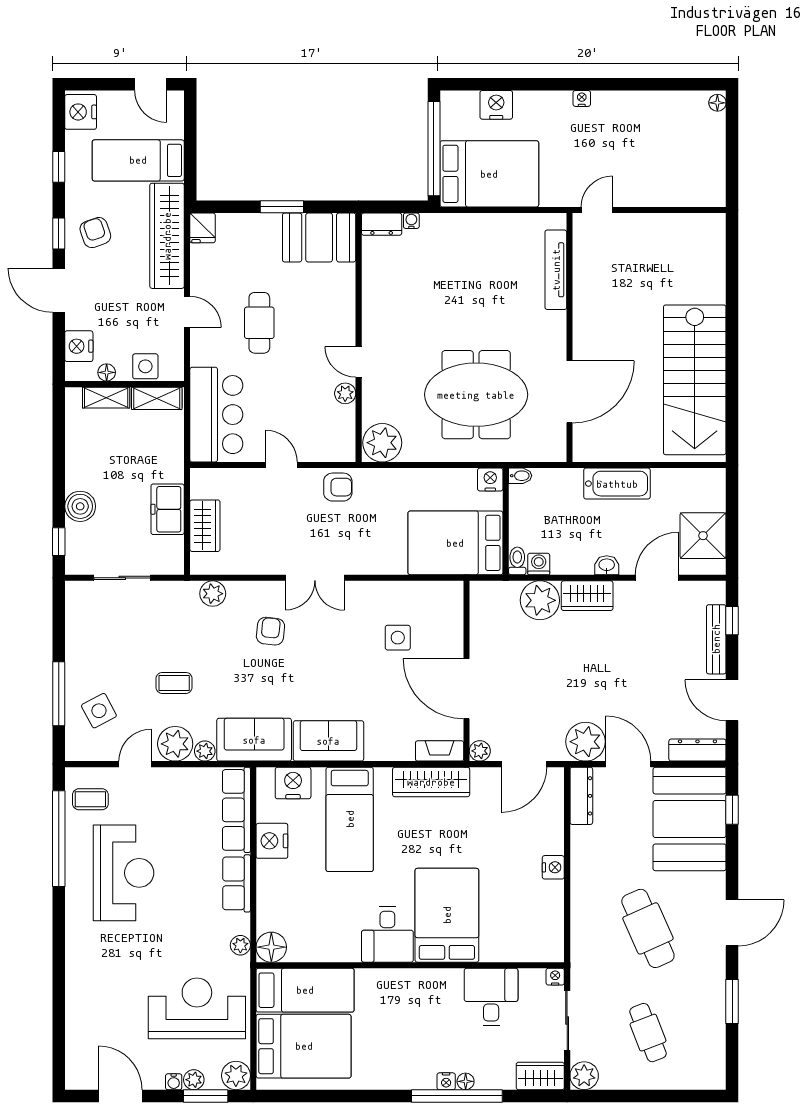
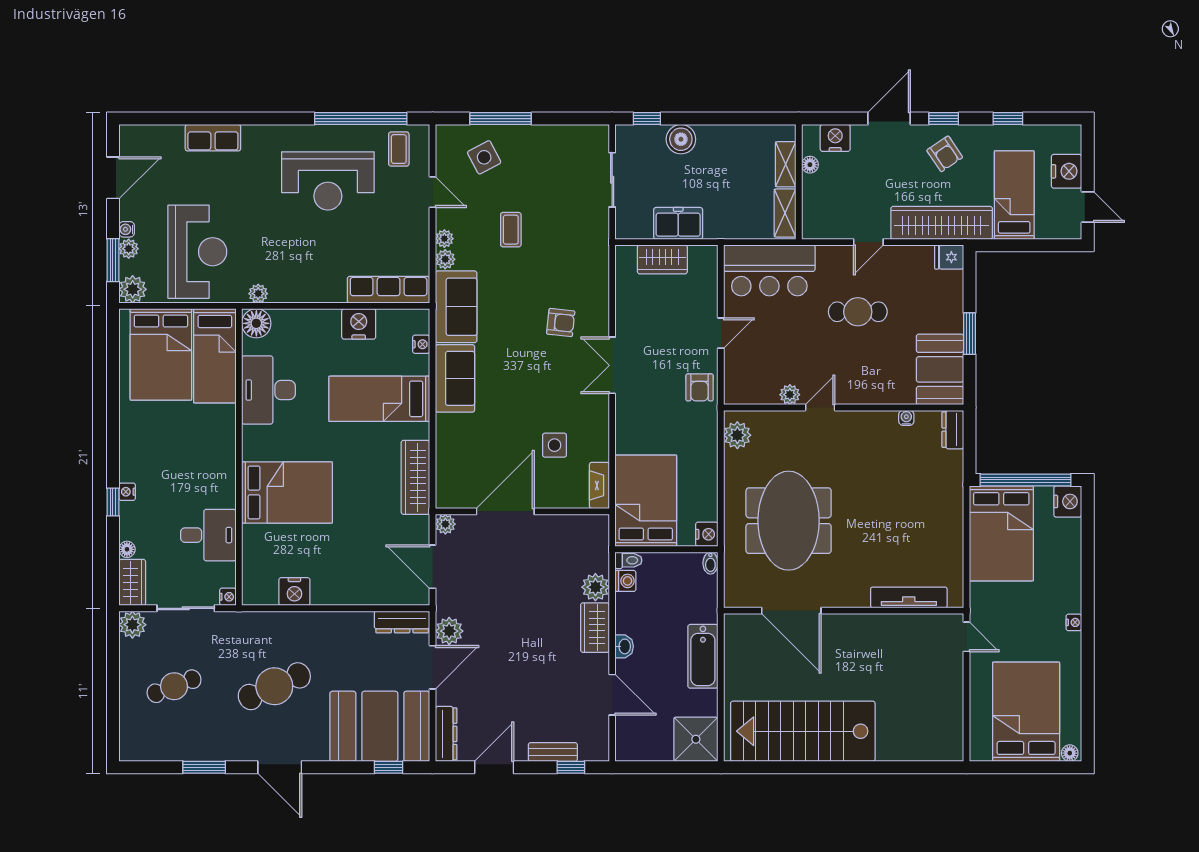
door: (151, 84) -> (1088, 207), swing flipped
nightstand: (496, 105) -> (1068, 501), moved
nightstand: (81, 112) -> (1067, 171), moved, turned 90
bed: (674, 148) -> (1026, 712), added
water cooler: (411, 221) -> (906, 418), moved, turned -90
armchair: (95, 233) -> (945, 154), turned 75
side table: (145, 366) -> (816, 202), removed
plant: (382, 443) -> (737, 435), width x0.73, depth x0.73
shower: (703, 536) -> (696, 739), moved
plant: (213, 594) -> (597, 267), removed
plant: (540, 600) -> (595, 587), width x0.73, depth x0.73
bench: (716, 639) -> (553, 752), width x0.73
plant: (585, 742) -> (449, 631), width x0.73, depth x0.73
plant: (175, 744) -> (444, 239), width x0.53, depth x0.53
fireplace: (440, 751) -> (599, 485), moved, turned 180
nightstand: (293, 783) -> (421, 344), width x0.53, depth x0.56
nightstand: (553, 867) -> (294, 592), moved, width x1.36, depth x1.33
row of seats: (237, 883) -> (213, 138), moved, turned 180
desk: (387, 934) -> (269, 390), moved, width x1.37
floor lamp: (466, 1081) -> (127, 549), moved
window: (457, 1096) -> (113, 502), width x0.32

